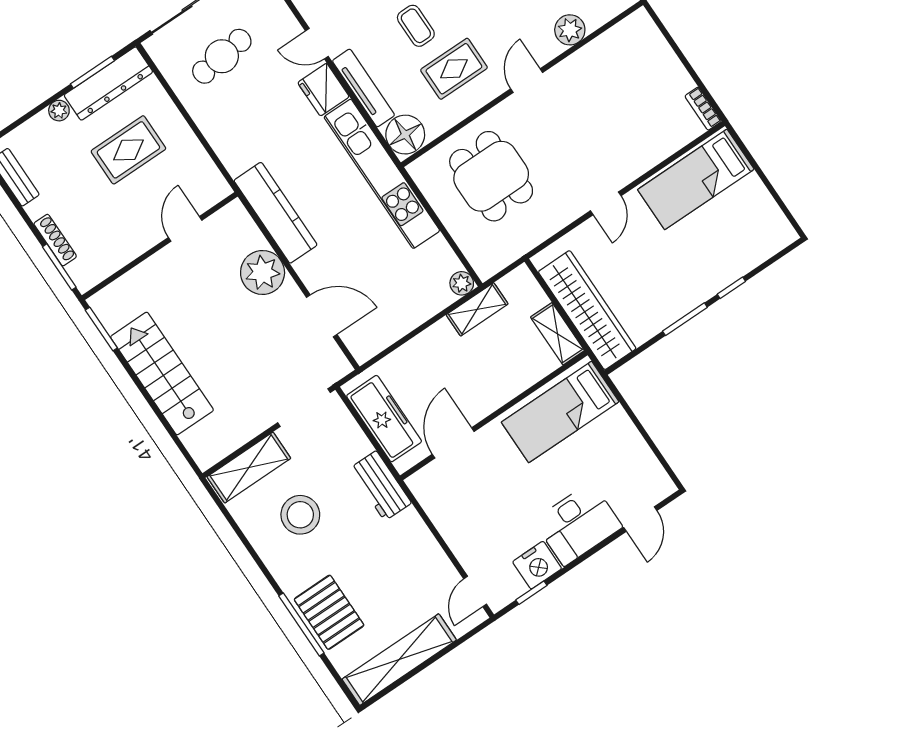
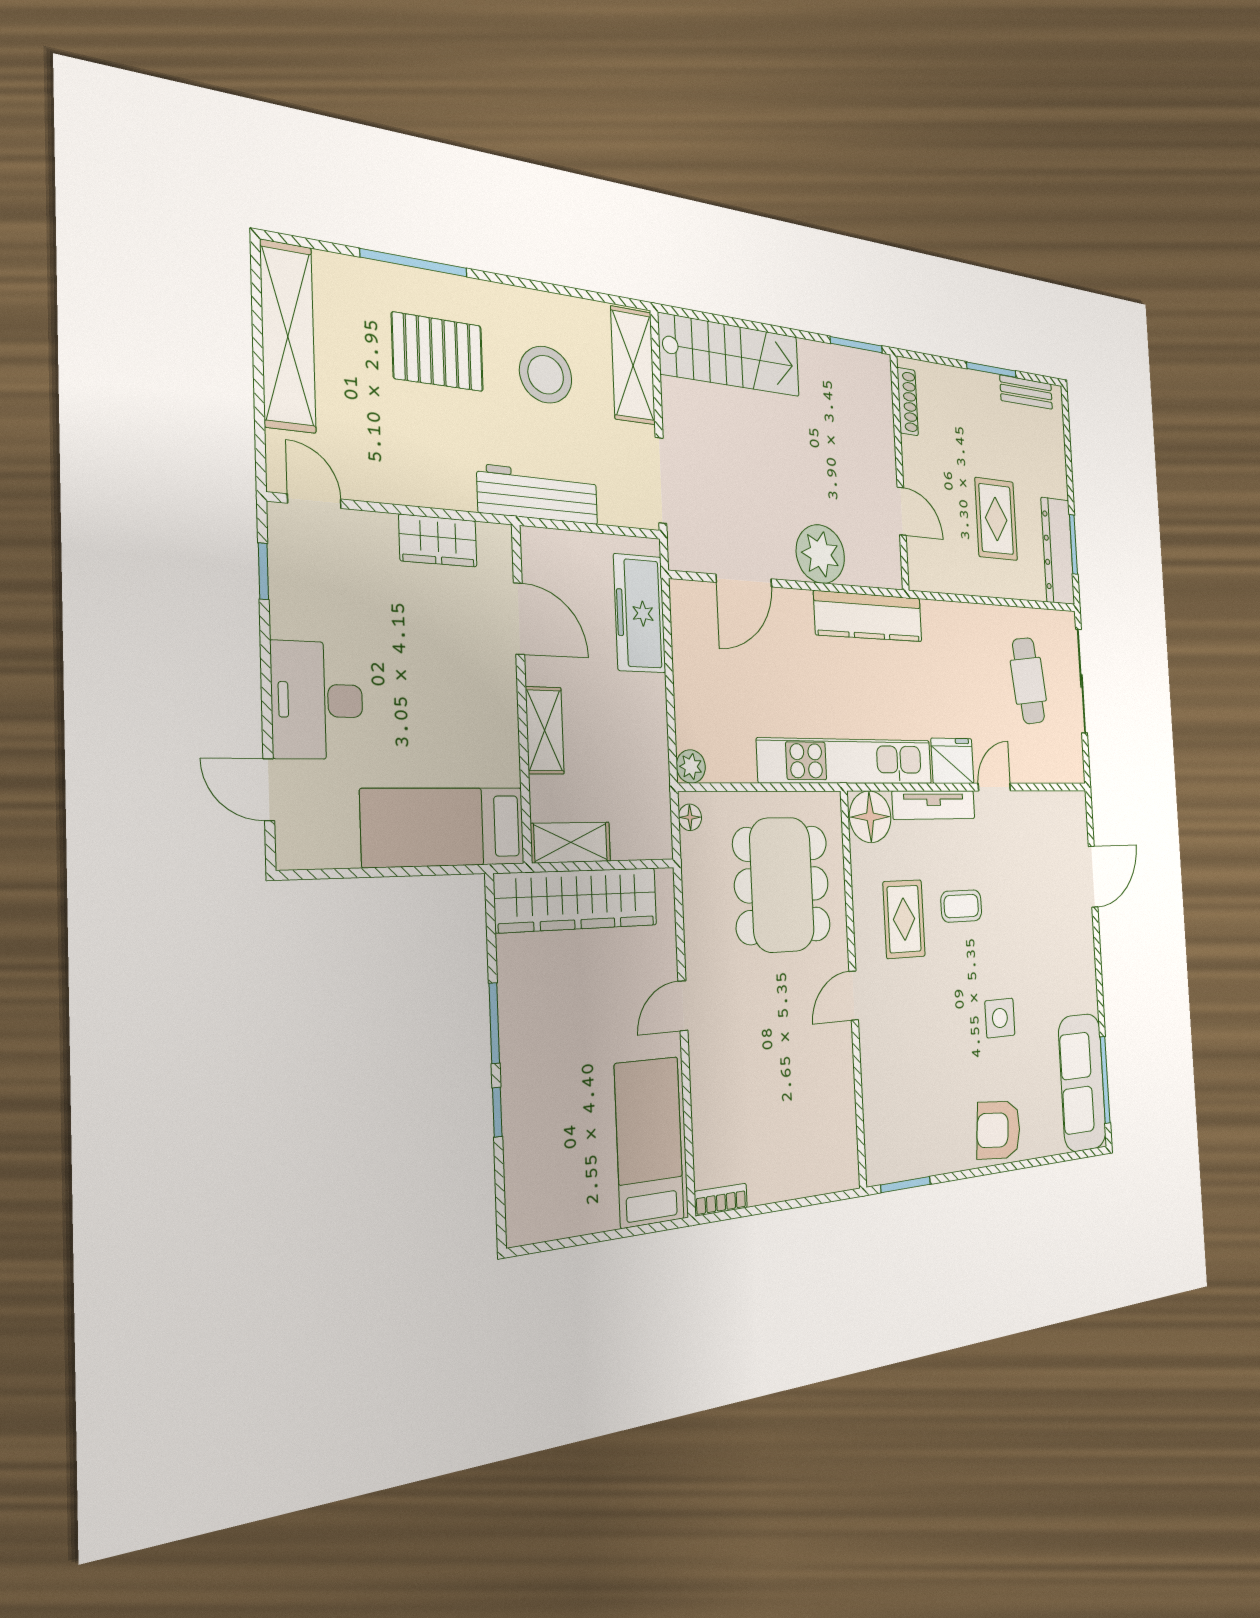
plant: (570, 30) -> (877, 1082), removed
door: (527, 81) -> (854, 996), swing flipped
plant: (59, 111) -> (1059, 484), removed
dining table: (491, 176) -> (782, 885), width x1.38
door: (606, 203) -> (683, 1006), hinge flipped
shoe rack: (55, 240) -> (908, 402), moved, turned -90
floor lamp: (492, 266) -> (690, 817), added
window: (59, 267) -> (991, 370), moved
shelving: (477, 309) -> (545, 730), moved
stairs: (162, 373) -> (730, 355), moved
bed: (560, 412) -> (444, 827), moved, turned -90
freezer: (384, 419) -> (640, 613), moved, turned 90
workbench: (380, 486) -> (538, 494), width x1.38
wardrobe: (445, 515) -> (438, 541), added
nightstand: (537, 565) -> (296, 606), removed
pallet: (329, 612) -> (438, 352), moved

